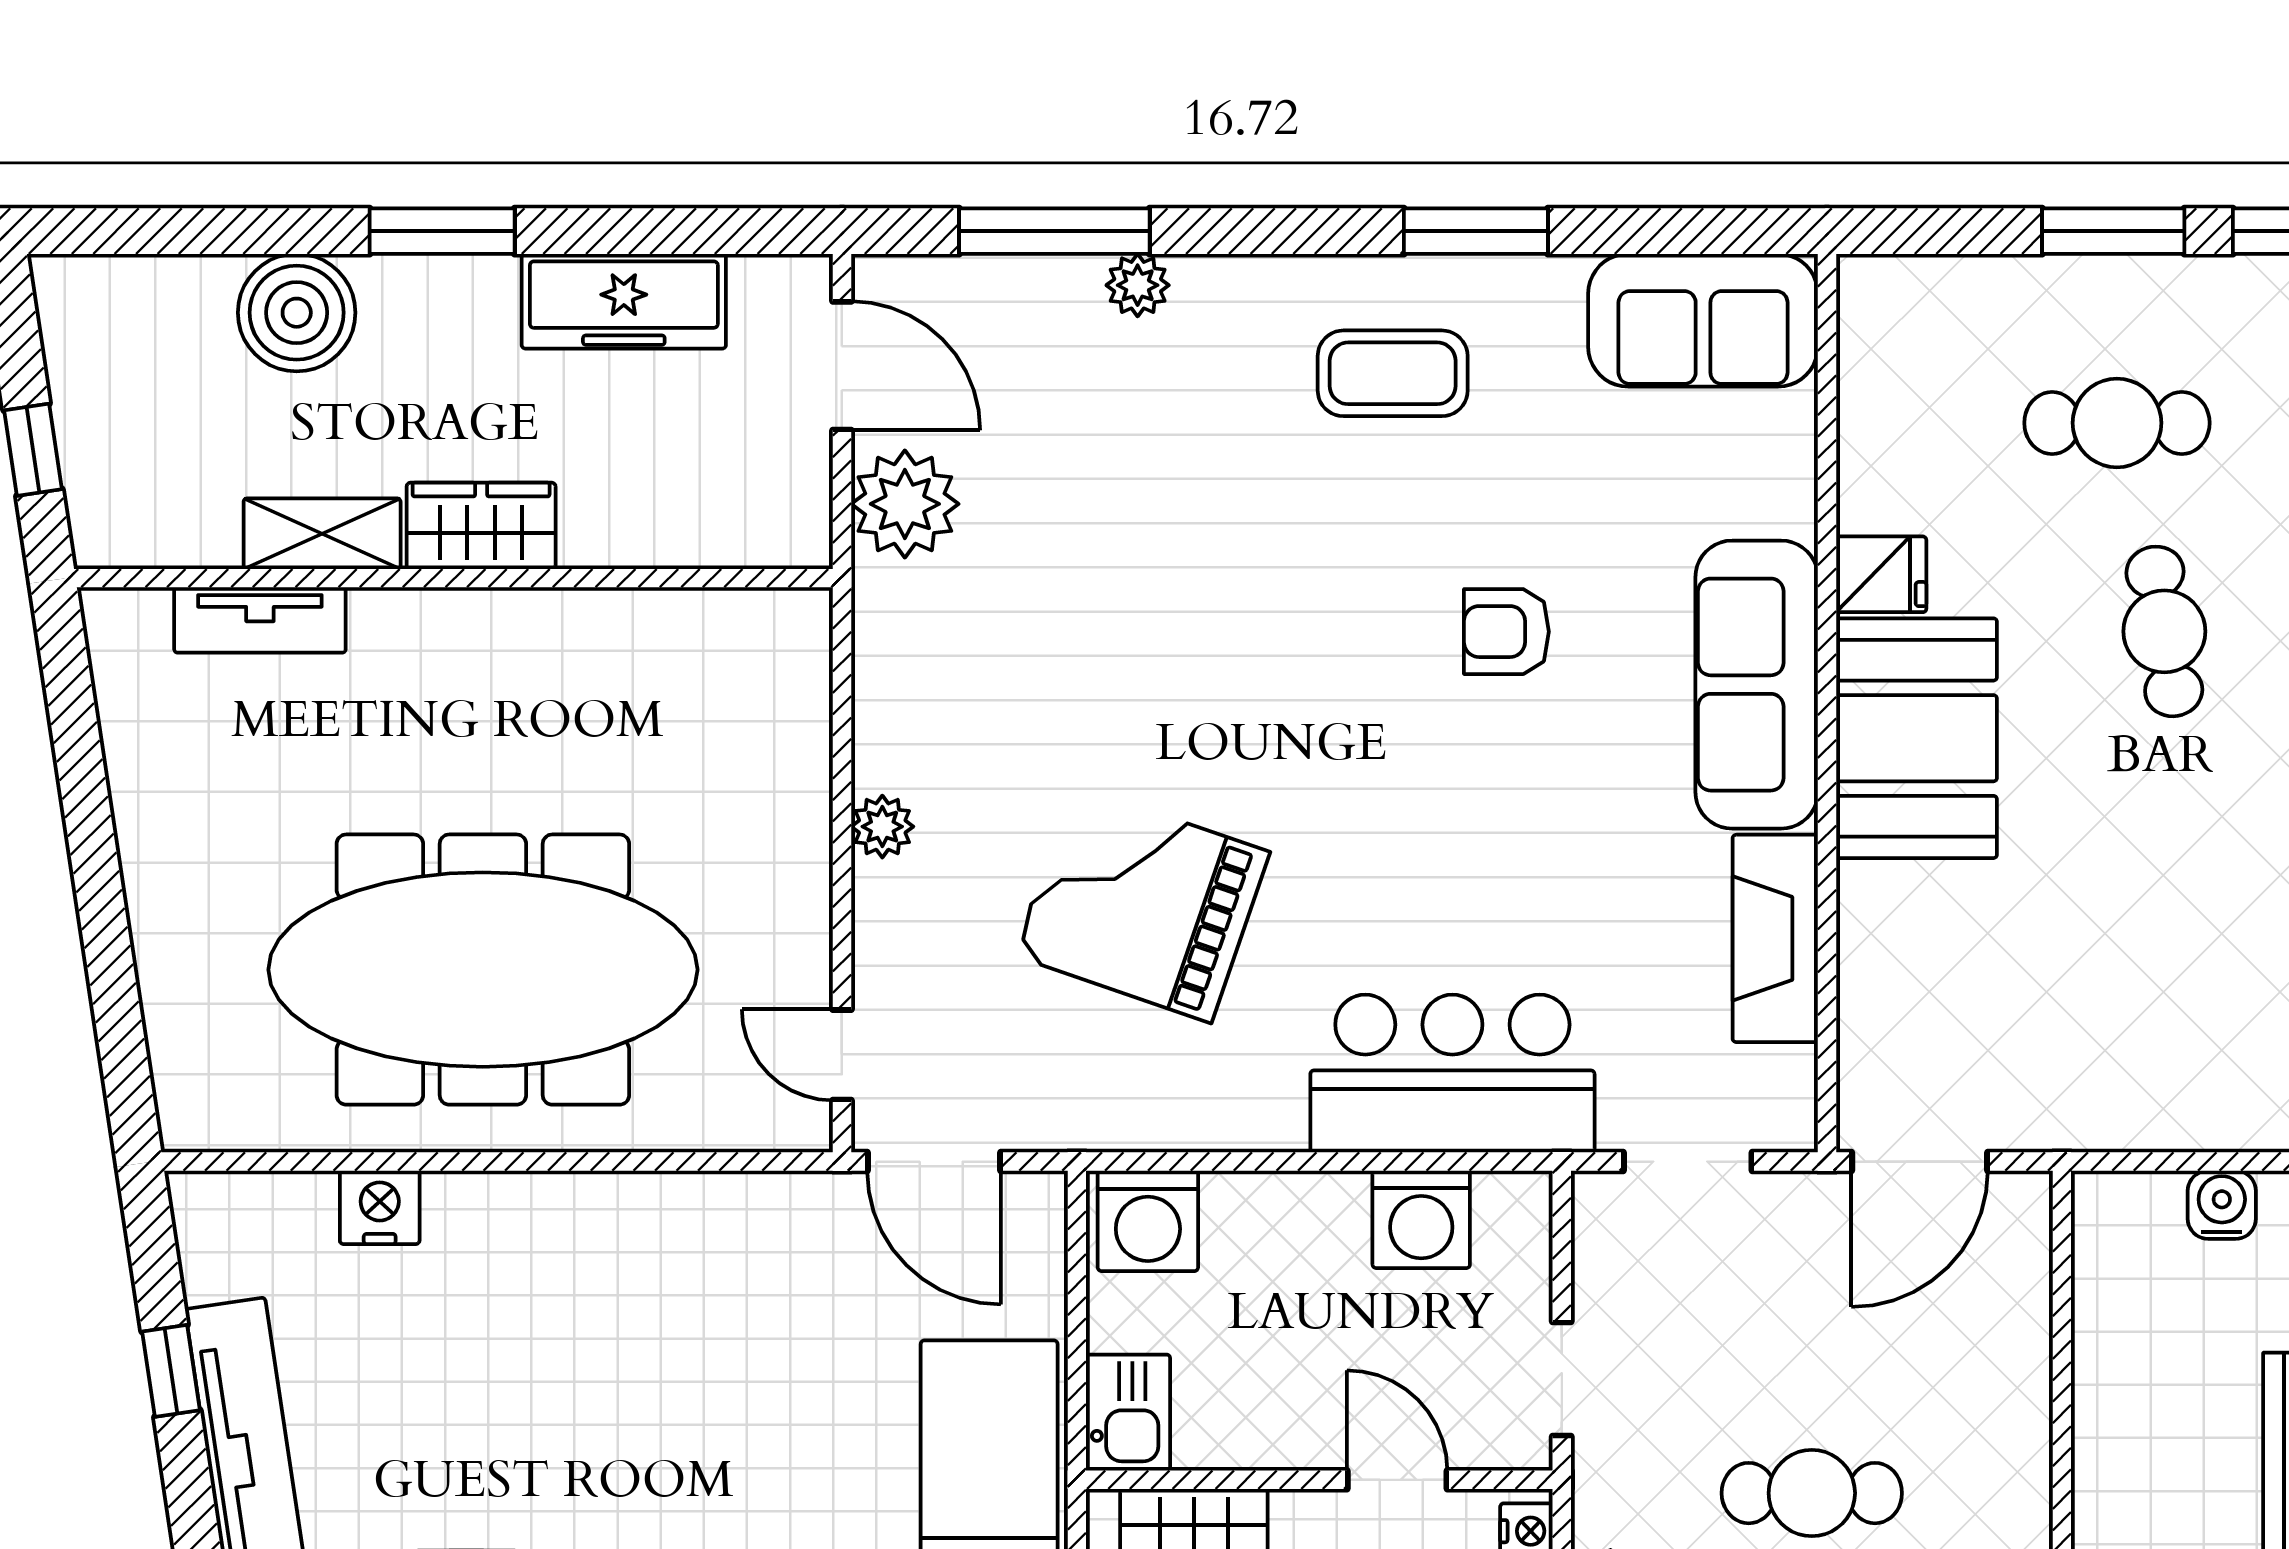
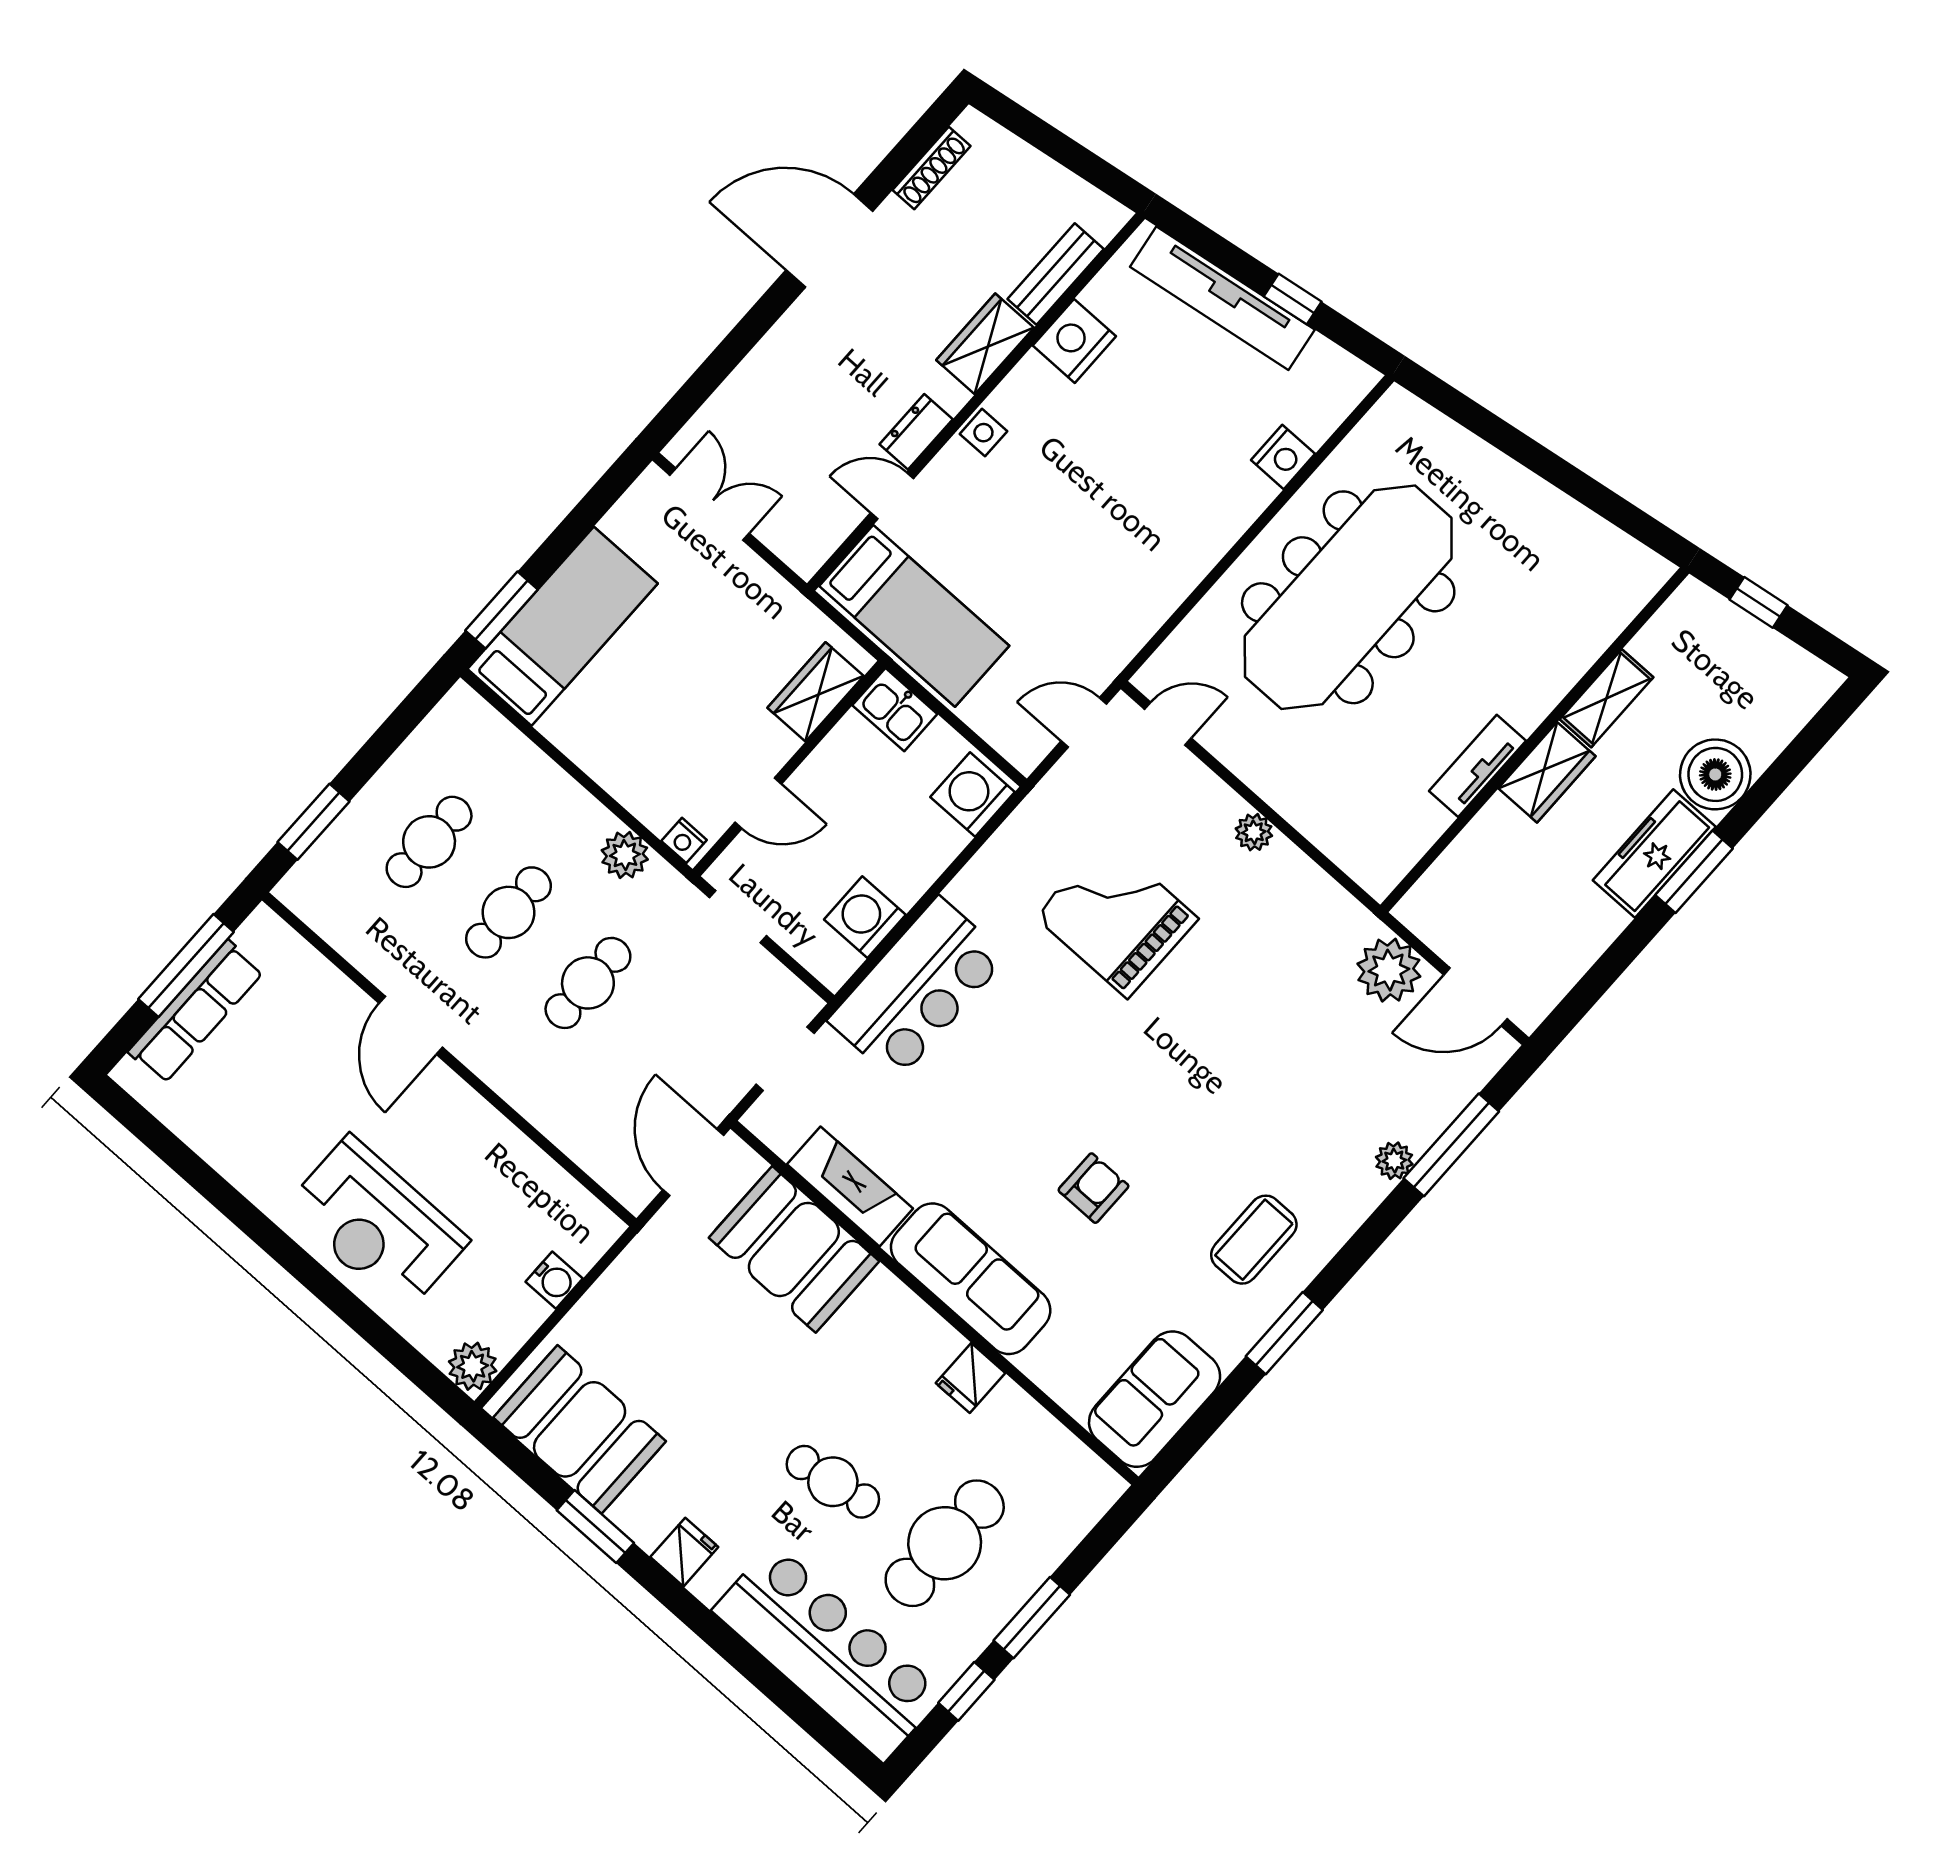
freezer: (624, 301) -> (1654, 854), moved
cafe table: (2117, 423) -> (945, 1543), width x1.37, depth x1.35
tv unit: (260, 620) -> (1478, 766), moved
booth: (1917, 738) -> (794, 1249), moved
grand piano: (1142, 904) -> (1116, 917), turned -109
door: (934, 1162) -> (1084, 723), width x0.73

